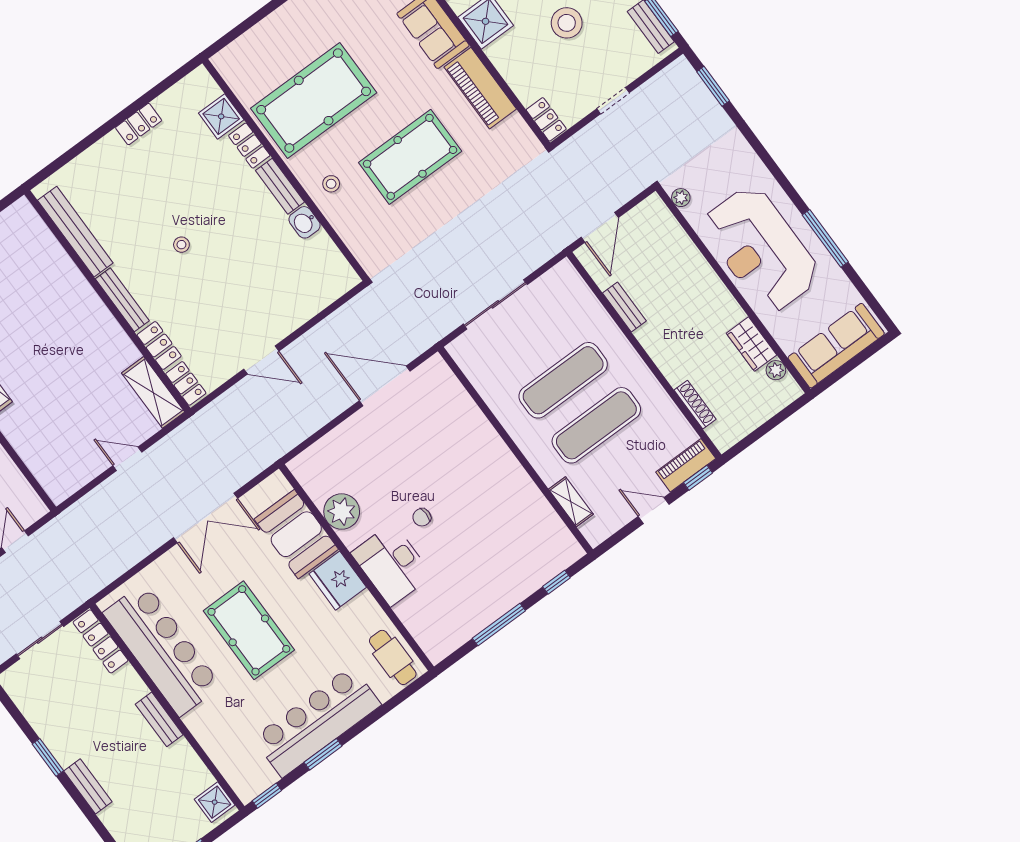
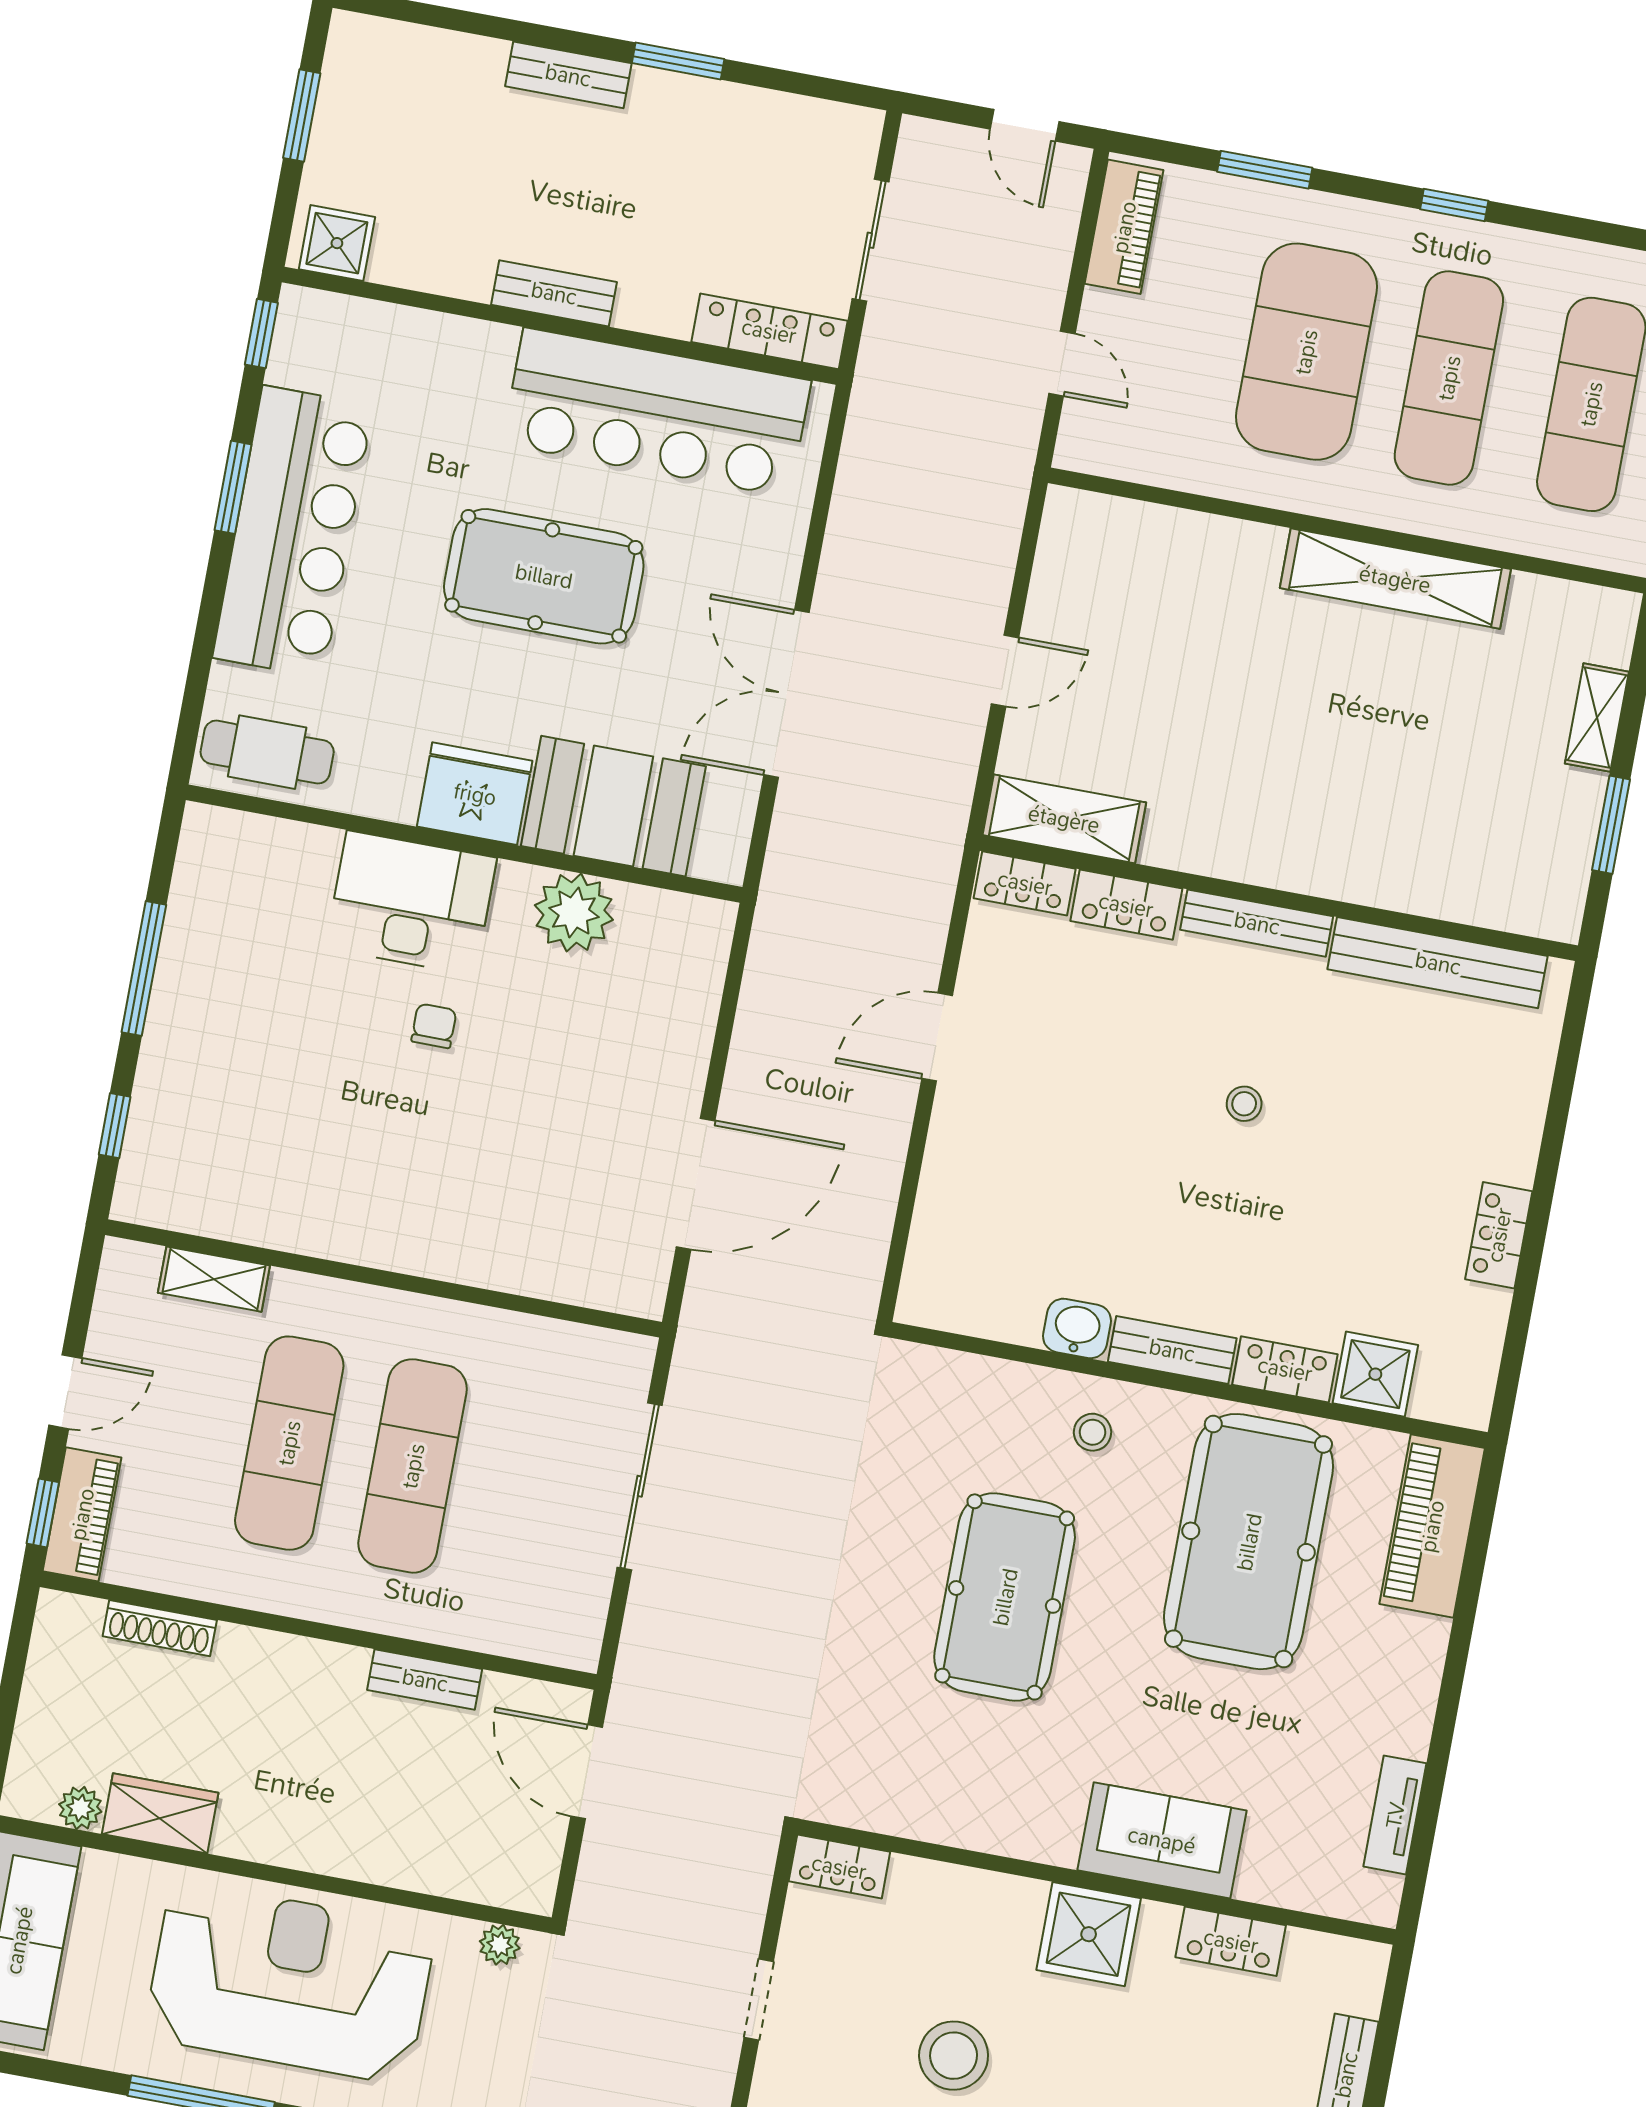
piano: (480, 88) -> (1432, 1526), moved, turned -90

